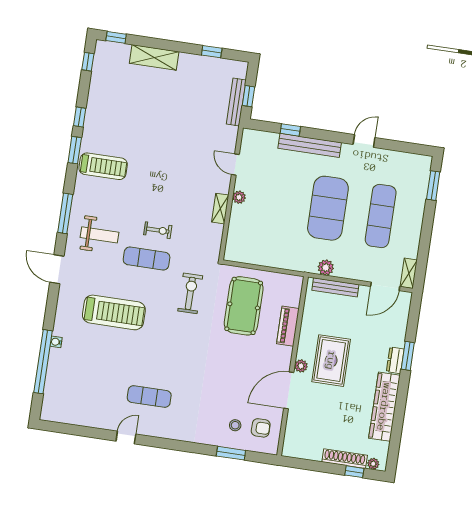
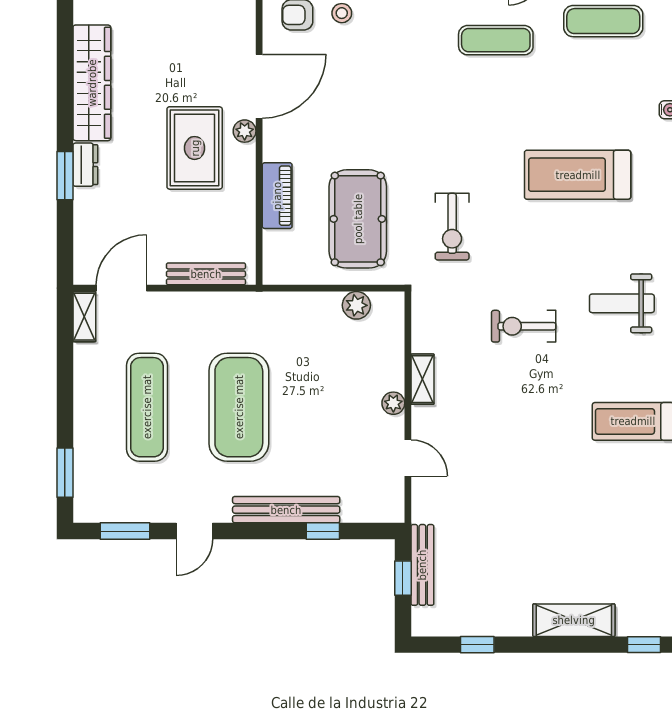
window: (404, 147) -> (125, 531), added
exercise bike: (158, 230) -> (524, 326), width x1.38, depth x1.39
exercise mat: (147, 259) -> (603, 21), moved
plant: (326, 268) -> (356, 305), moved

